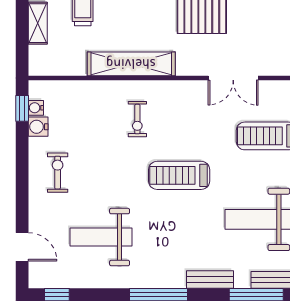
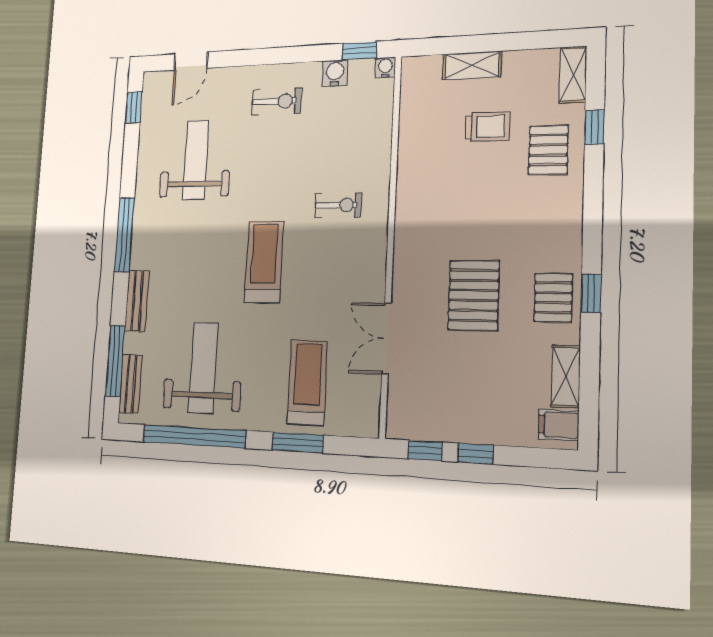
shelving: (131, 64) -> (411, 196), removed
water cooler: (36, 108) -> (386, 67), moved
exercise bike: (137, 119) -> (338, 205), turned 180

